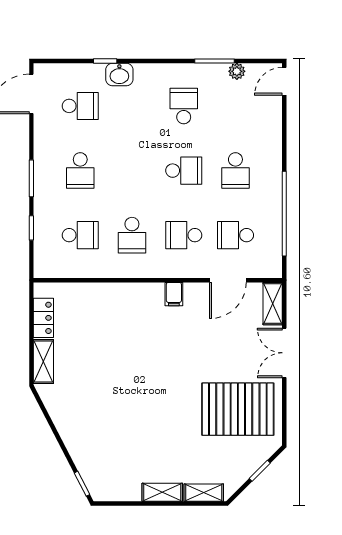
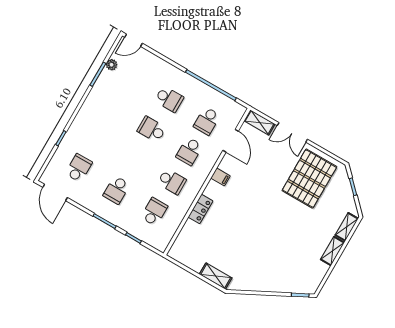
washbasin: (119, 75) -> (74, 134), removed
door: (284, 81) -> (133, 40), hinge flipped
school desk: (184, 106) -> (114, 107), removed
school desk: (80, 171) -> (116, 190), turned 90
school desk: (184, 171) -> (152, 129), turned -90
locker: (43, 318) -> (200, 209), moved, turned 90

